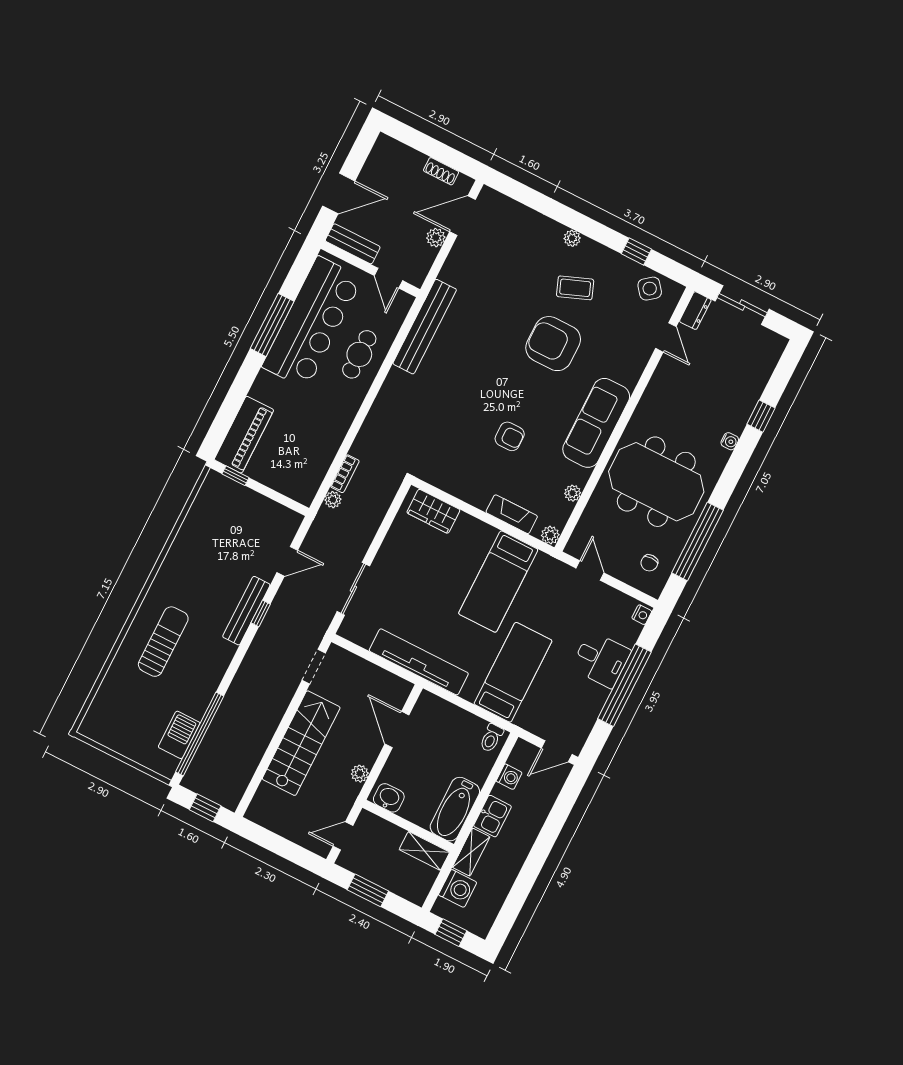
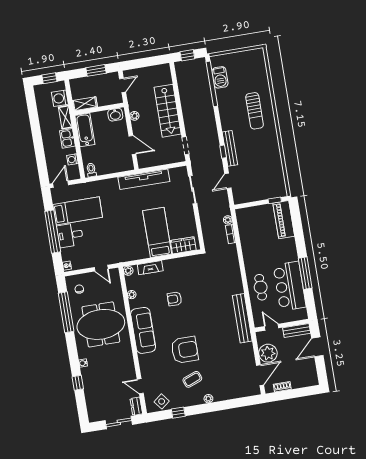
plant: (436, 238) -> (268, 353), width x1.87, depth x1.87
bar counter: (312, 322) -> (290, 286), width x0.73
bed: (498, 582) -> (157, 232), moved
bed: (513, 672) -> (78, 211), moved, turned -90

